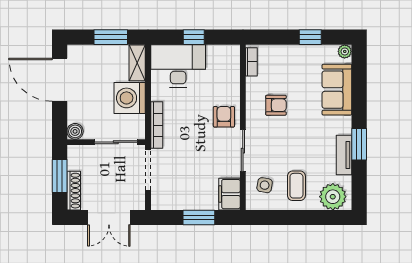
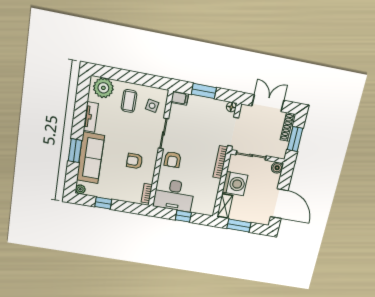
desk: (178, 66) -> (174, 195), moved
sofa: (337, 90) -> (90, 158), width x1.36
window: (359, 144) -> (75, 151), moved
filing cabinet: (229, 194) -> (180, 98), width x0.50
floor lamp: (158, 203) -> (231, 107), added

